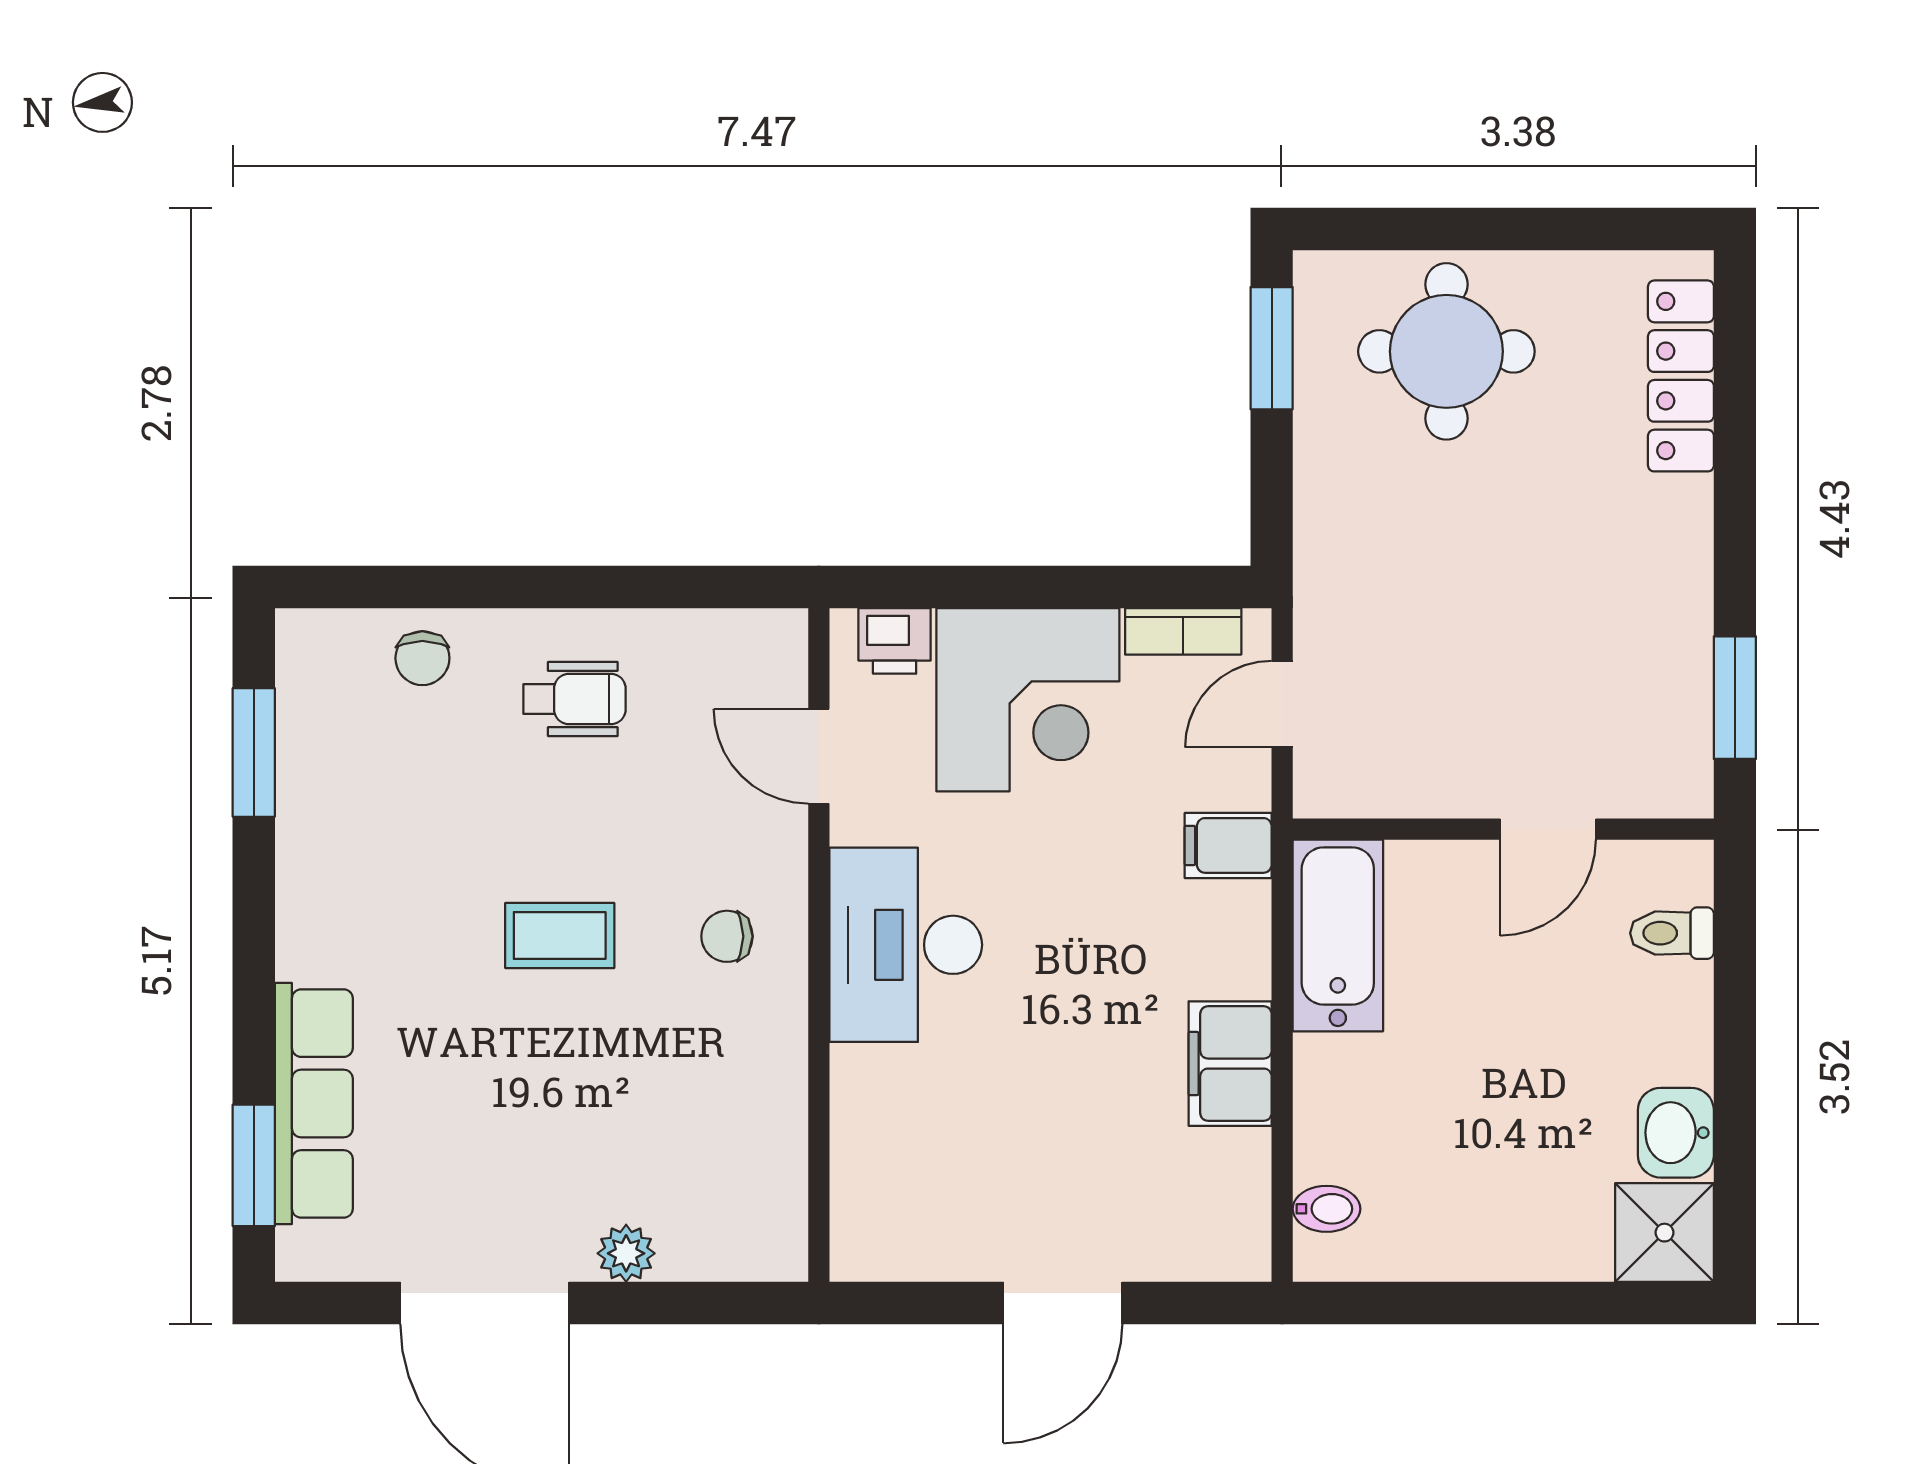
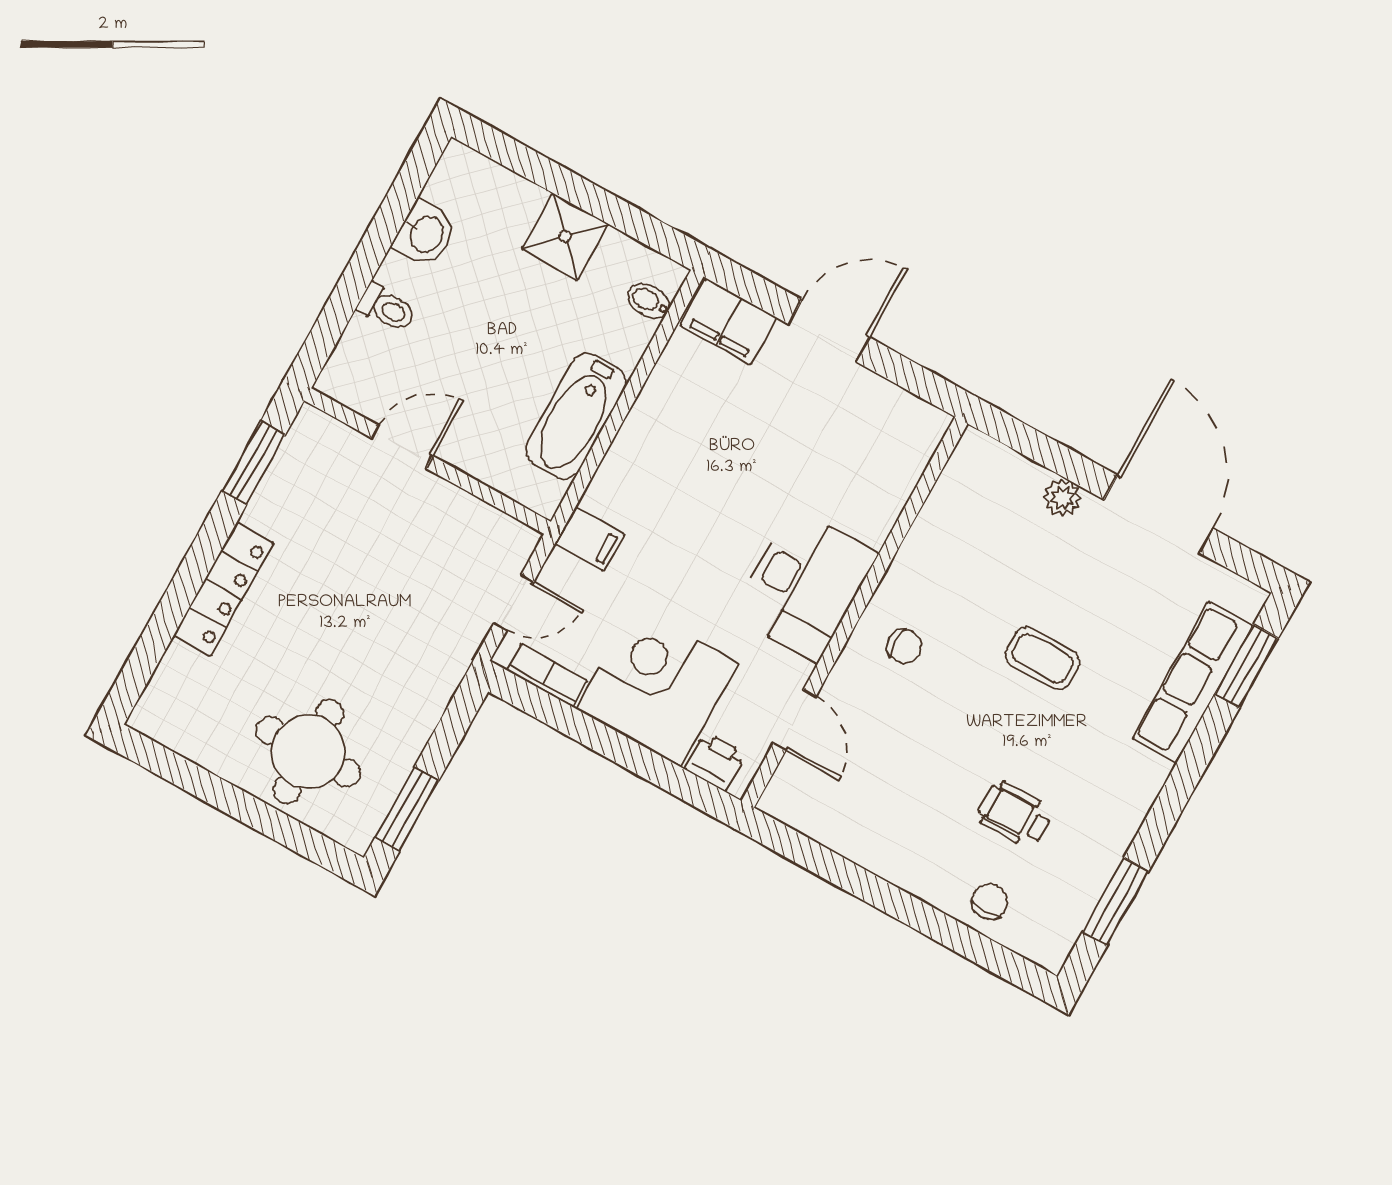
locker: (1681, 376) -> (224, 589), moved
wheelchair: (575, 699) -> (1015, 815), moved
toilet: (1672, 933) -> (387, 308), moved
coffee table: (560, 936) -> (1042, 658), moved
bathtub: (1338, 936) -> (576, 416), moved
filing cabinet: (1230, 1064) -> (728, 321), moved, turned 90
shower: (1664, 1233) -> (565, 236), moved

